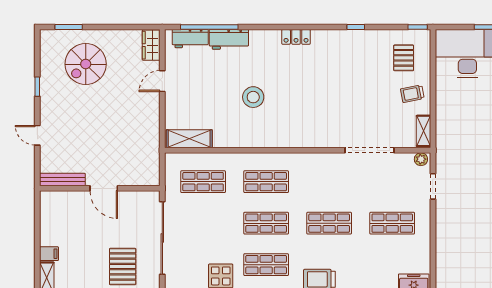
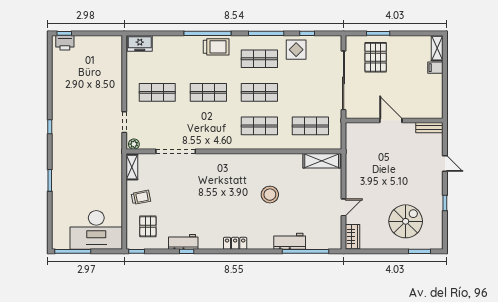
workbench: (190, 39) -> (183, 242), moved
bench: (62, 180) -> (429, 128), width x0.73

